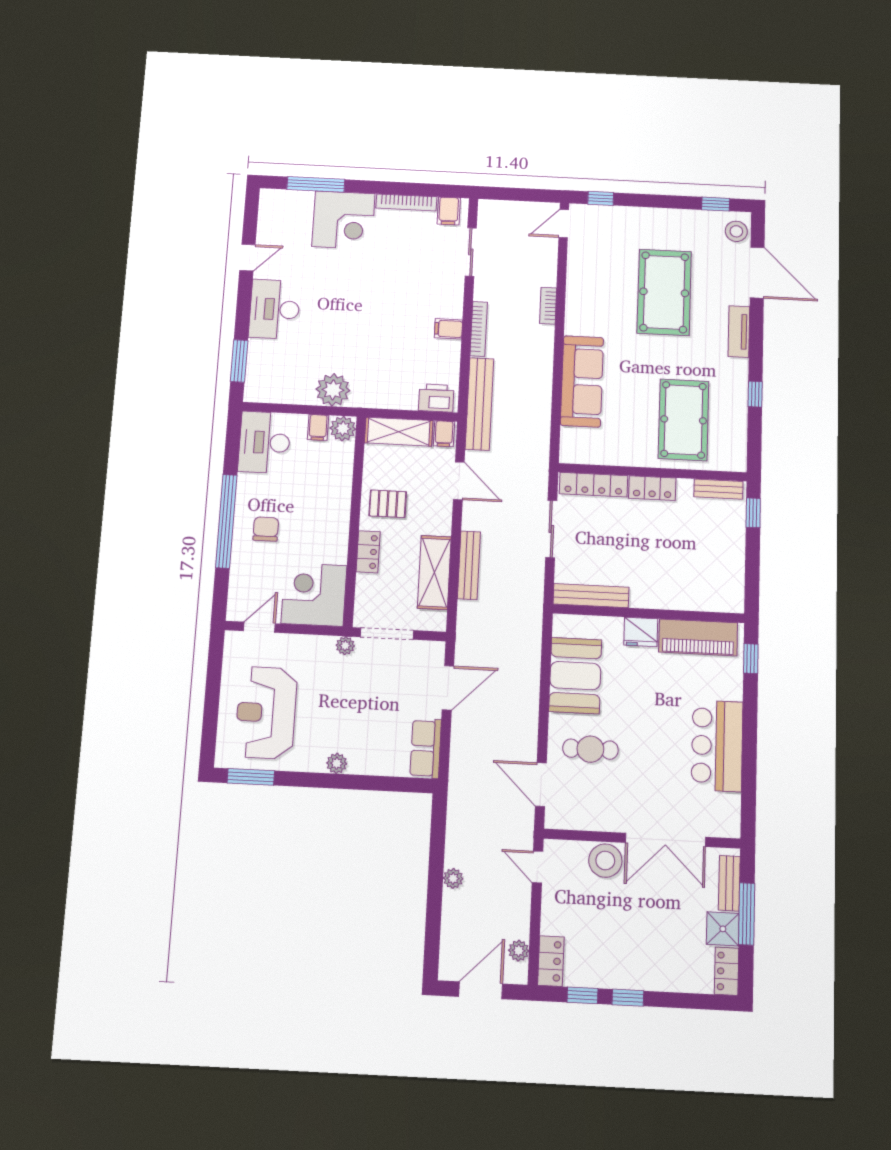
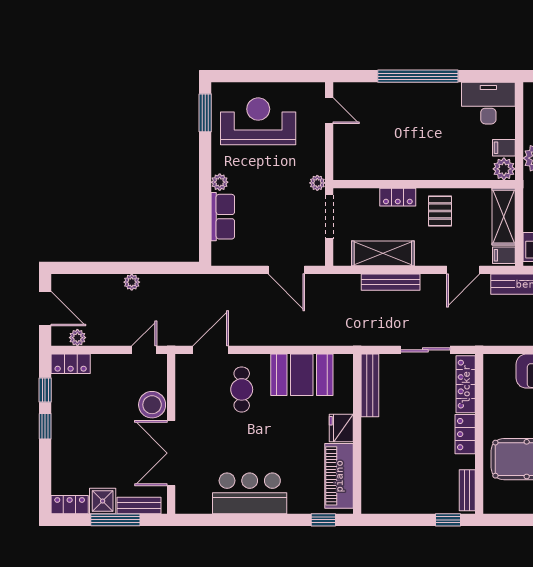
chair: (266, 529) -> (413, 110), removed
corner desk: (314, 595) -> (359, 154), removed
row of seats: (426, 748) -> (223, 217), moved, turned 90

